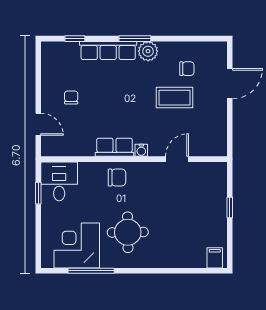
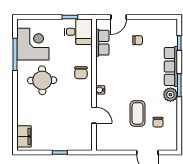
row of seats: (115, 147) -> (102, 43), moved
filing cabinet: (215, 258) -> (24, 136), width x2.00

